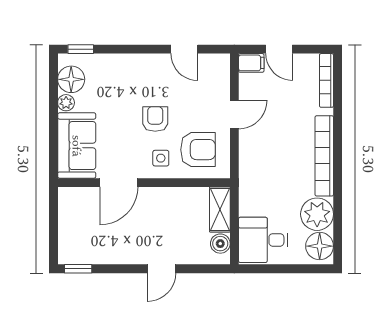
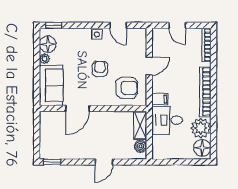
filing cabinet: (251, 63) -> (160, 99), moved
side table: (161, 158) -> (97, 34), moved
desk: (263, 240) -> (167, 120), moved

